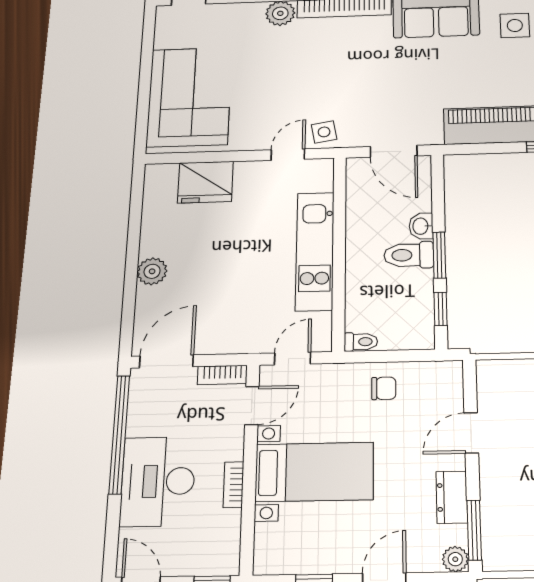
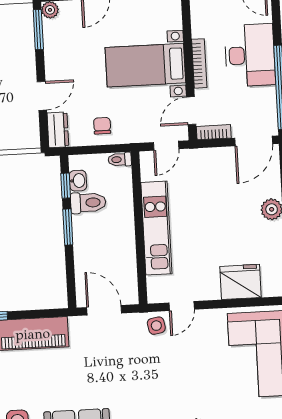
washbasin: (421, 226) -> (78, 181), moved
toilet: (409, 255) -> (88, 203), moved
chair: (384, 388) -> (102, 126), turned 90
bookcase: (233, 485) -> (199, 63), width x1.56
dresser: (452, 497) -> (58, 130), moved

